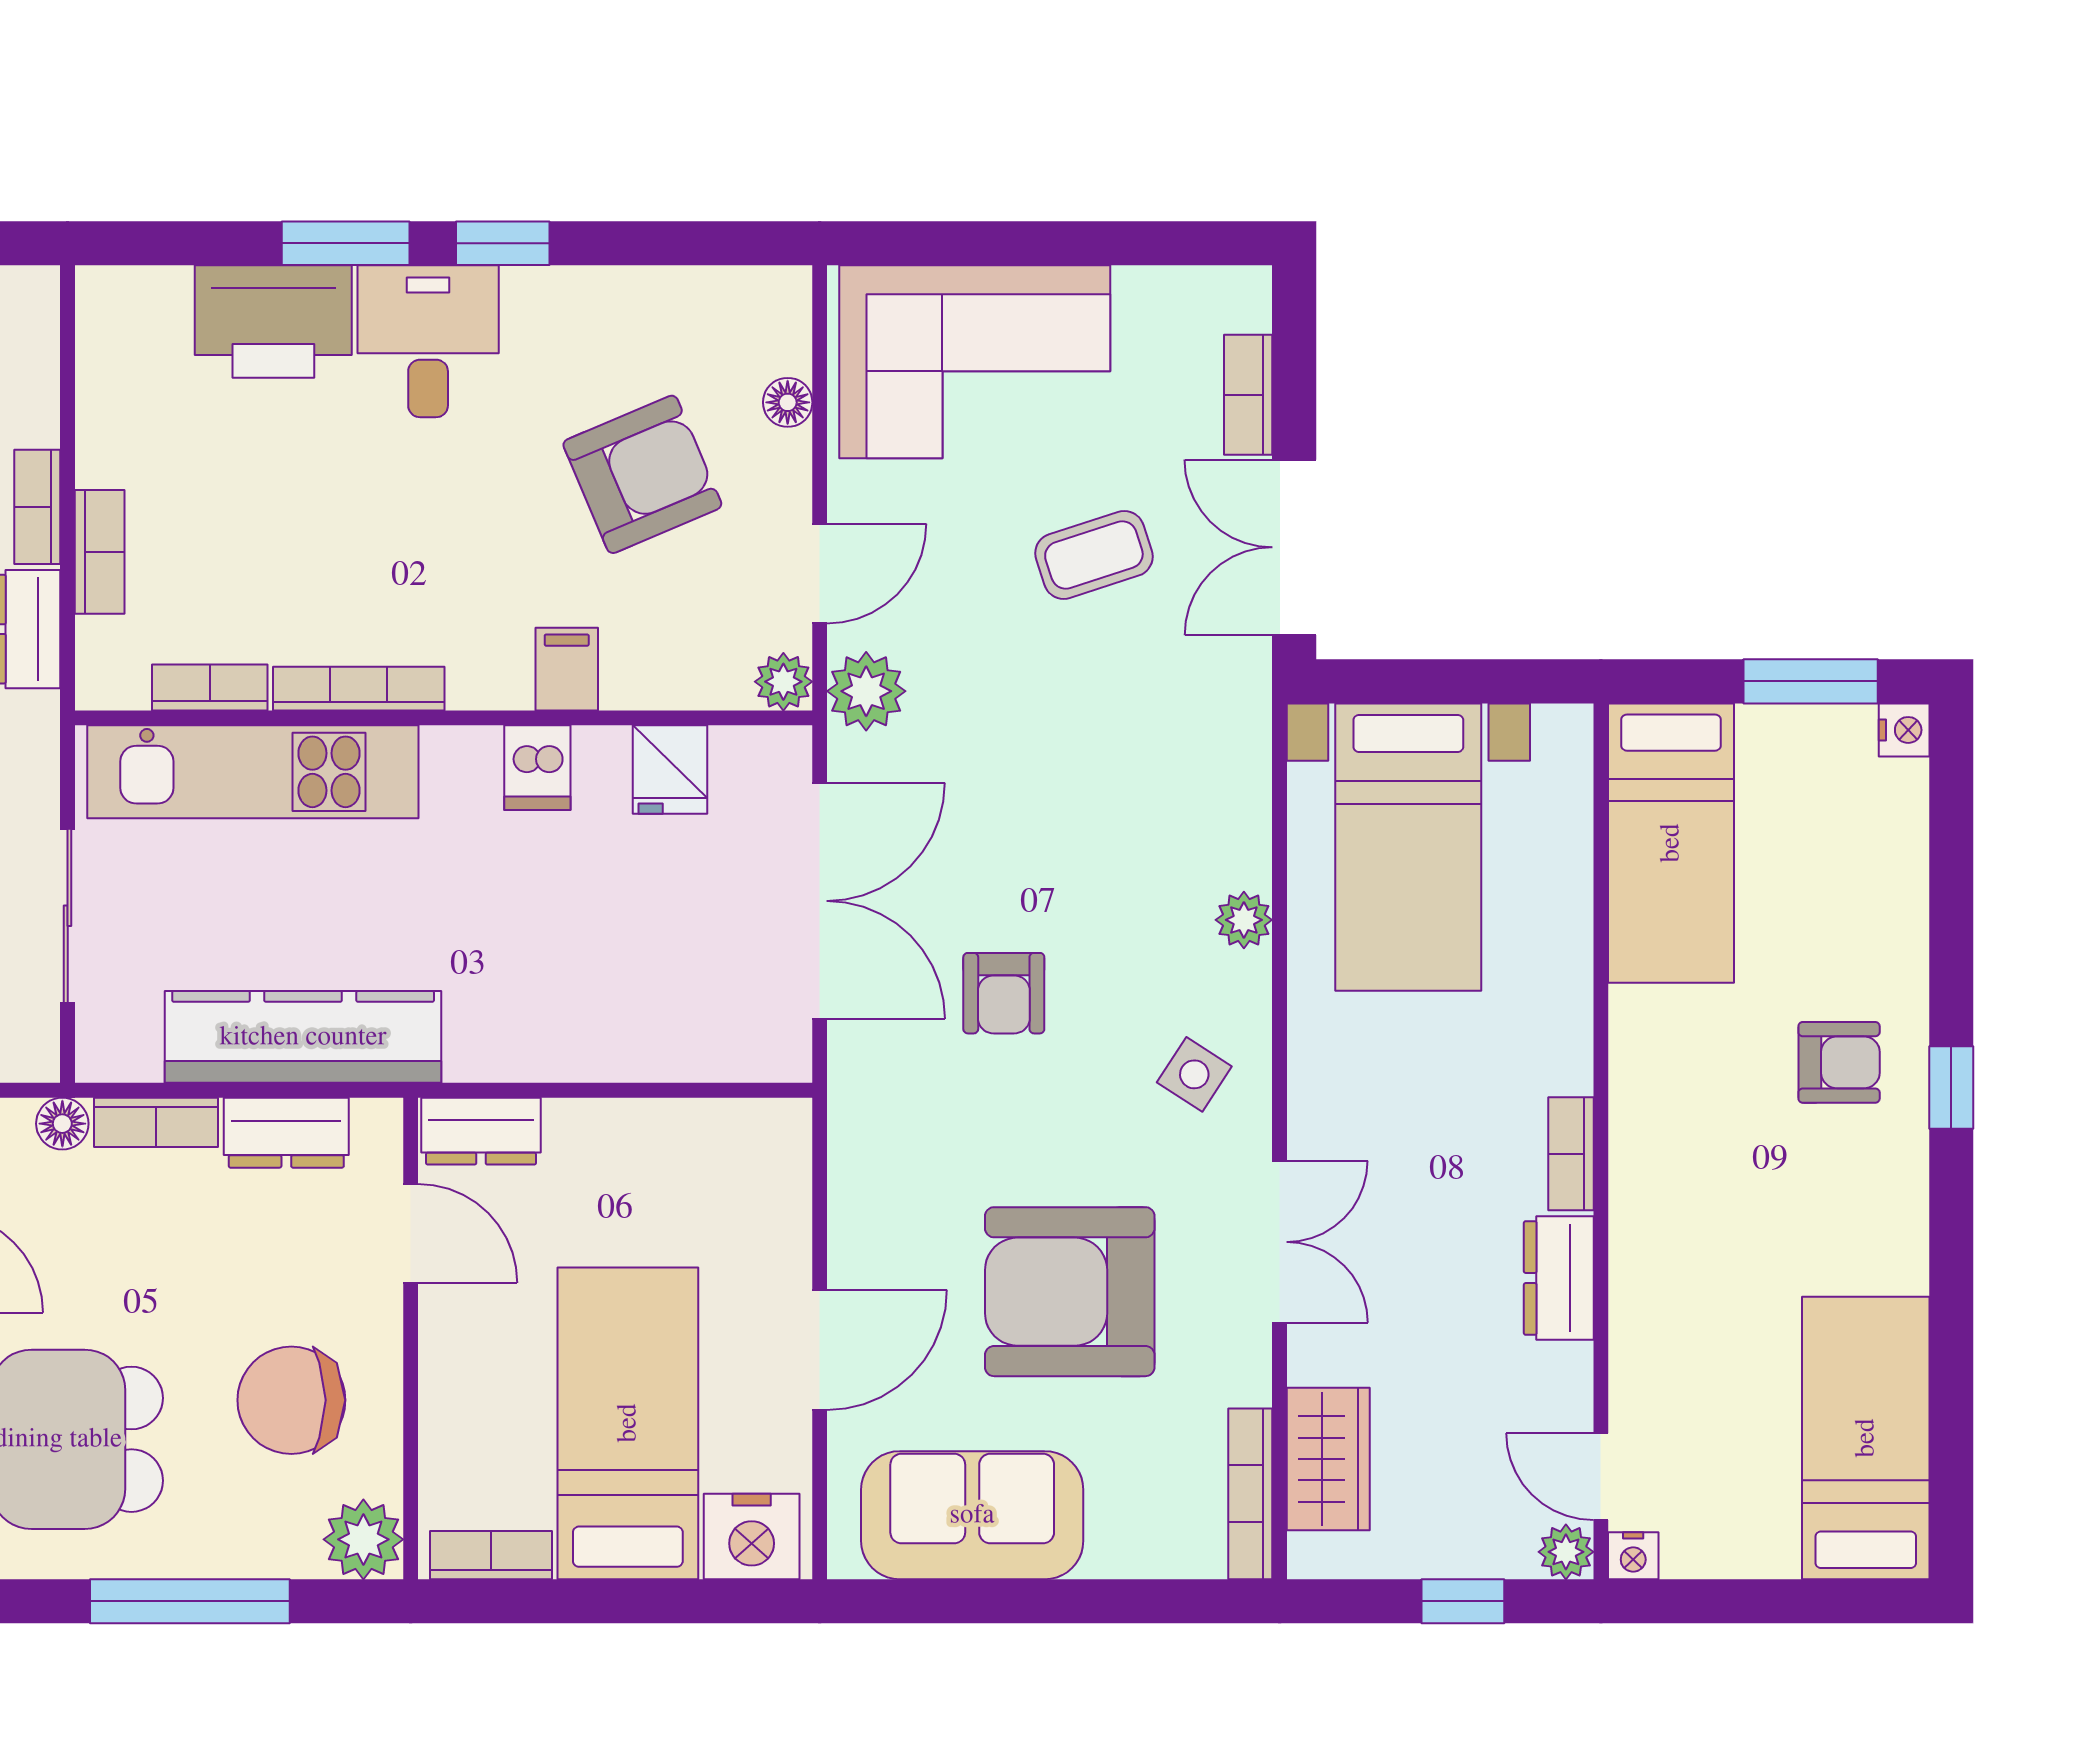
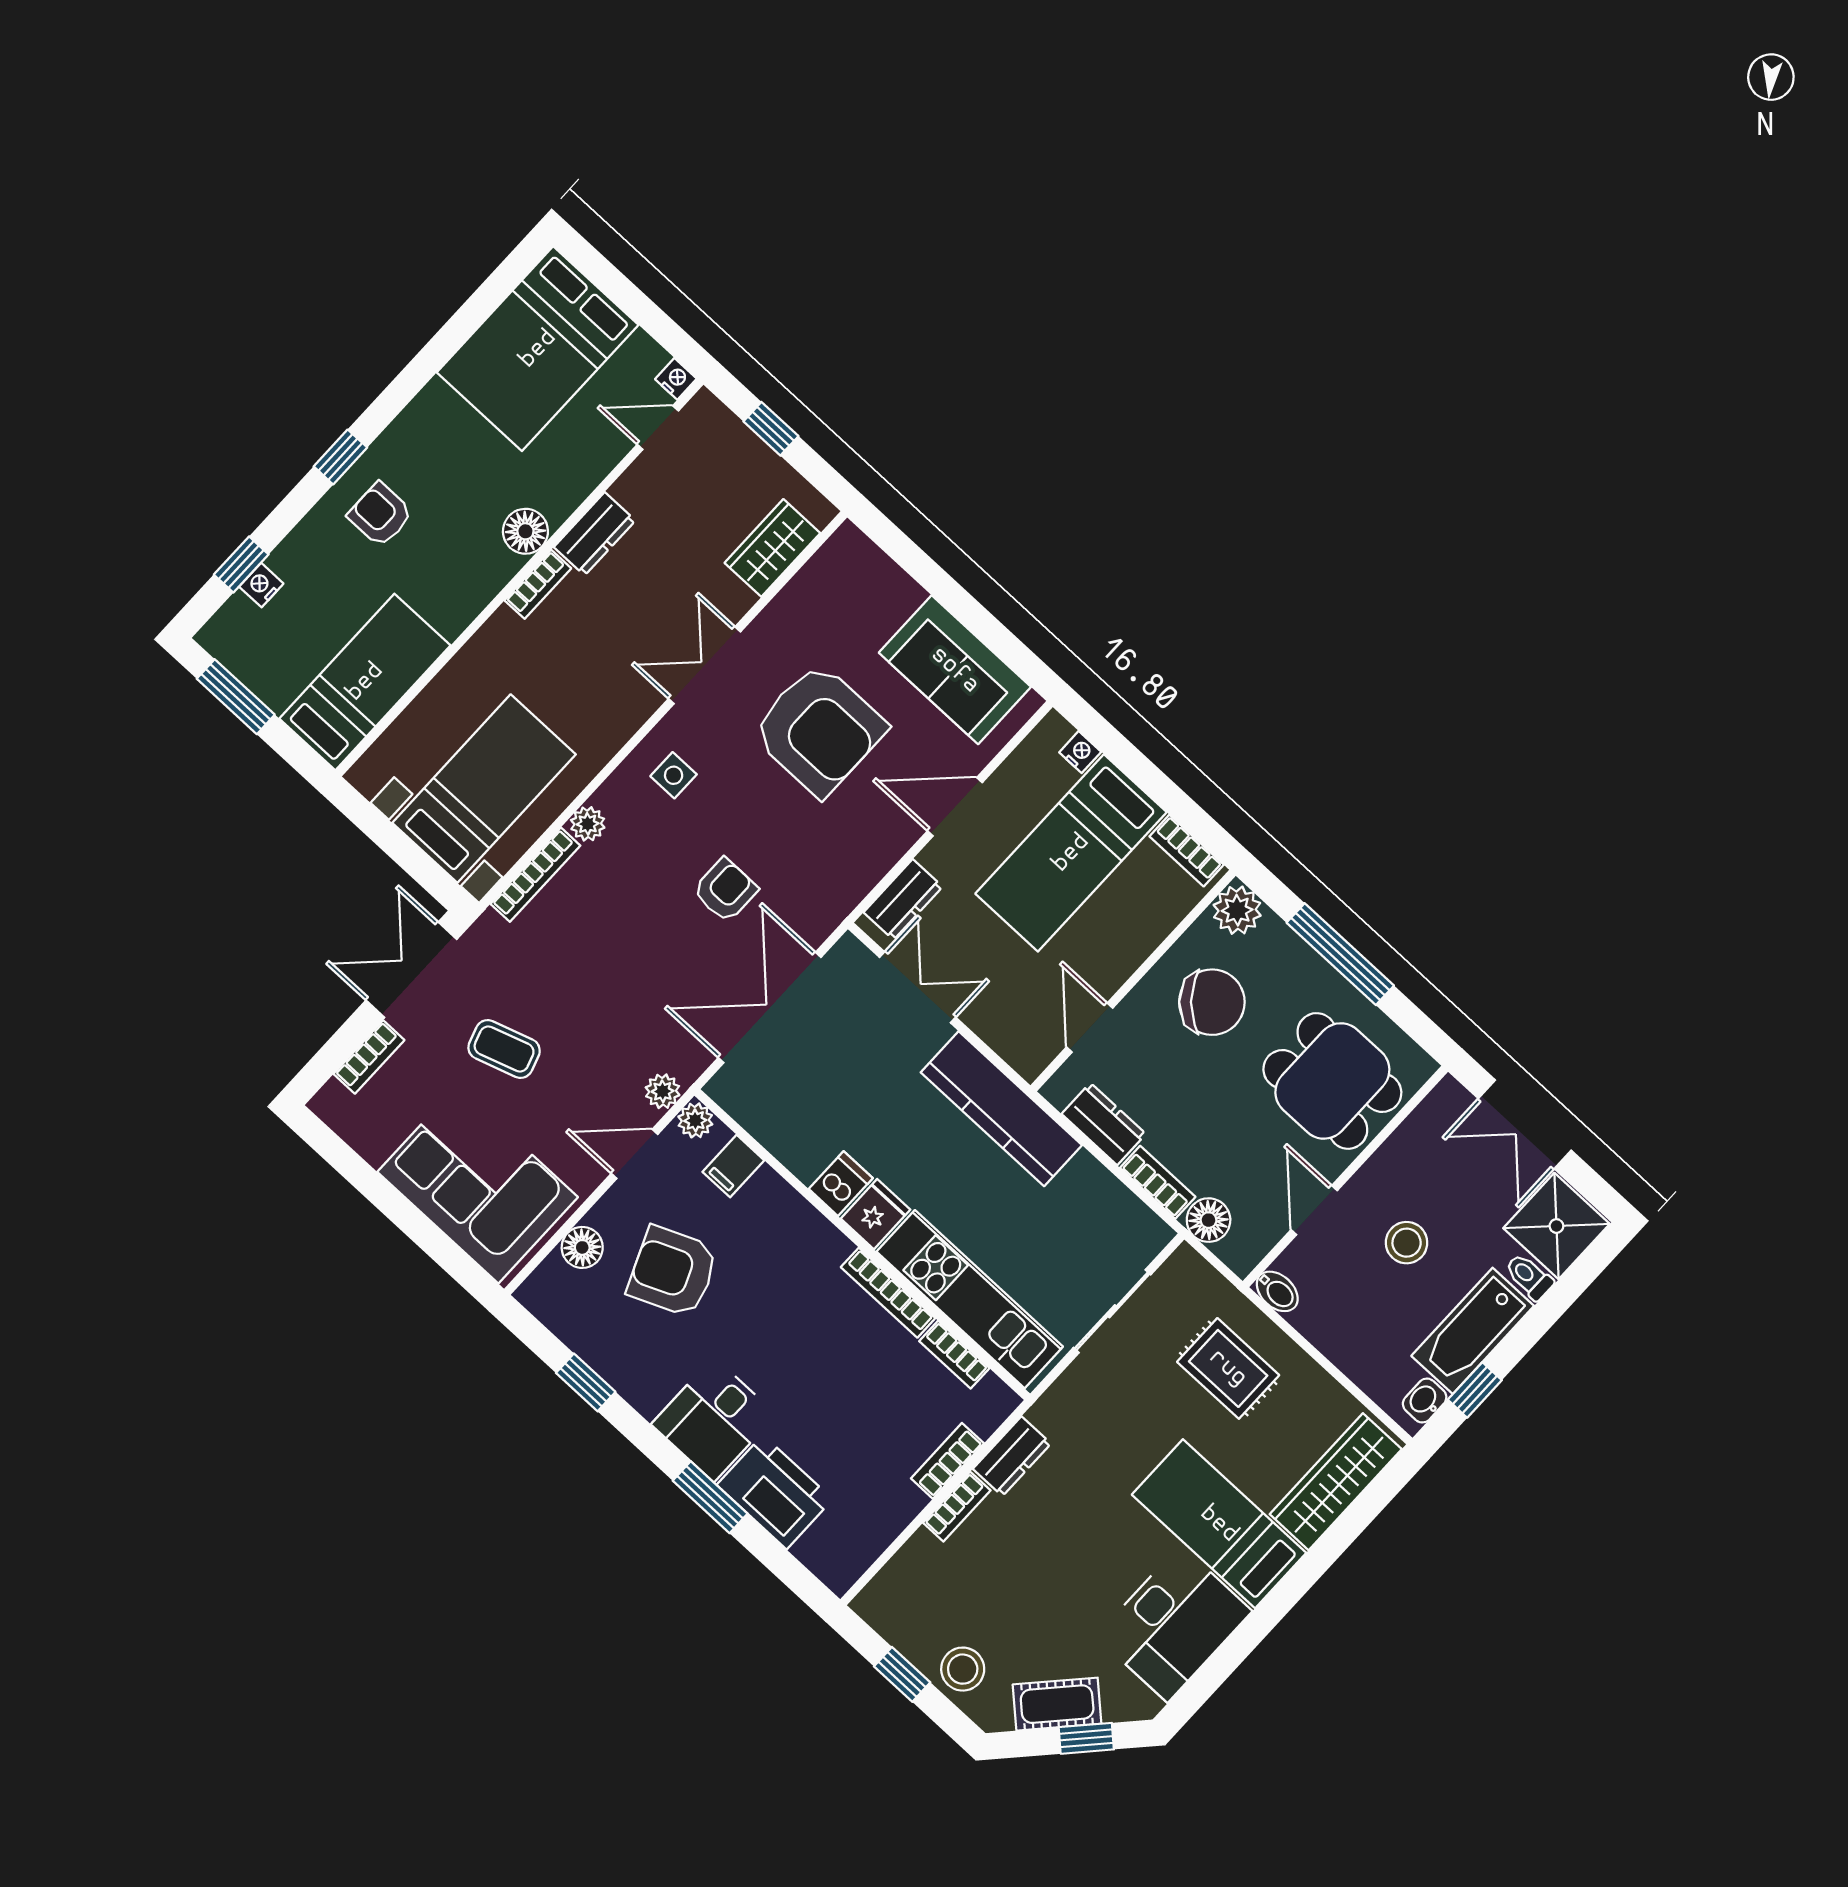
window: (503, 243) -> (586, 1382), moved
floor lamp: (788, 402) -> (582, 1247), width x1.37, depth x1.37
double door: (1294, 547) -> (411, 970), swing flipped
filing cabinet: (567, 669) -> (733, 1166), moved
plant: (866, 691) -> (663, 1091), width x0.73, depth x0.73
nightstand: (1904, 730) -> (261, 585), moved
fridge: (670, 770) -> (876, 1214), moved
window: (1951, 847) -> (241, 565), added
kitchen counter: (303, 1037) -> (1001, 1109), moved
side table: (1194, 1074) -> (674, 775), turned -33
double door: (663, 1090) -> (918, 987), added
floor lamp: (62, 1124) -> (1209, 1220), width x1.37, depth x1.37
dresser: (481, 1131) -> (903, 899), moved, turned 90
floor lamp: (1645, 1204) -> (525, 531), added
chair: (291, 1400) -> (1212, 1002), turned -42
bed: (1866, 1438) -> (538, 349), width x1.50
door: (1601, 1477) -> (658, 428), swing flipped
bookcase: (1250, 1494) -> (535, 875), moved
nightstand: (752, 1537) -> (1080, 752), width x0.53, depth x0.56
plant: (1566, 1552) -> (704, 408), removed

